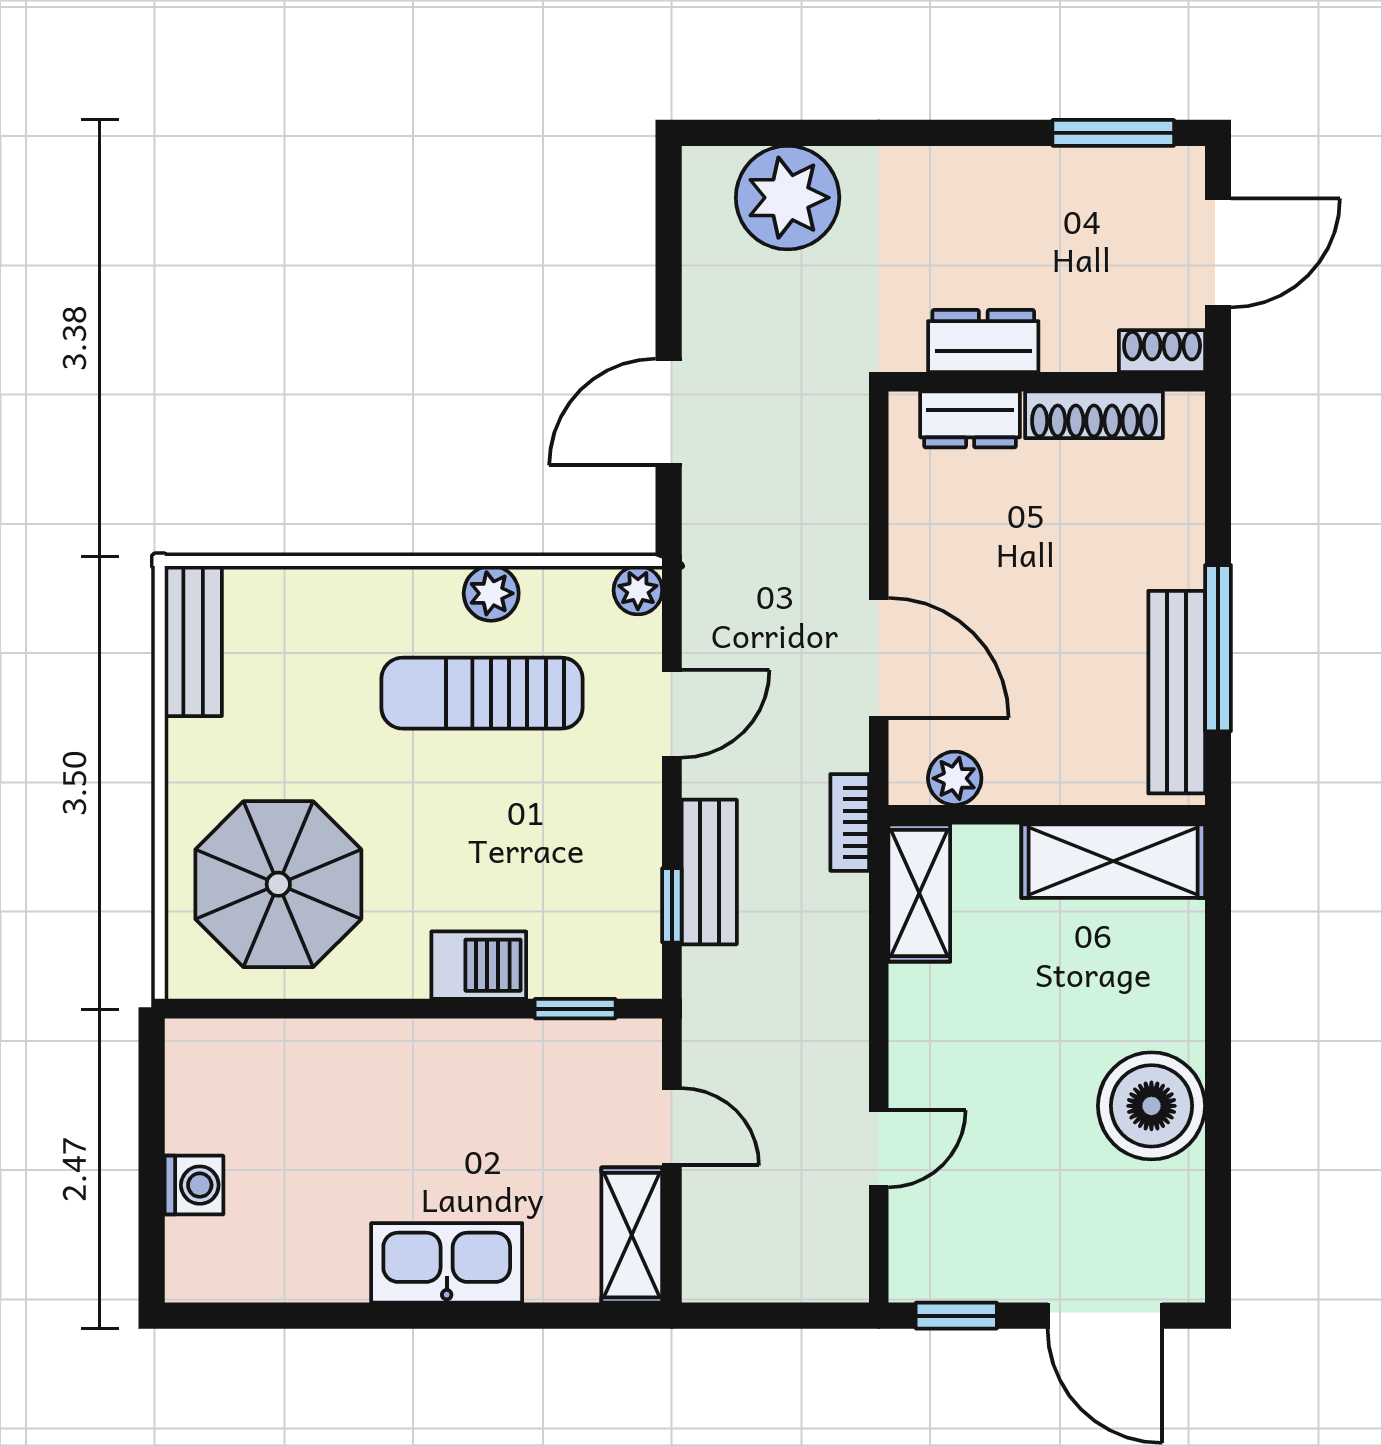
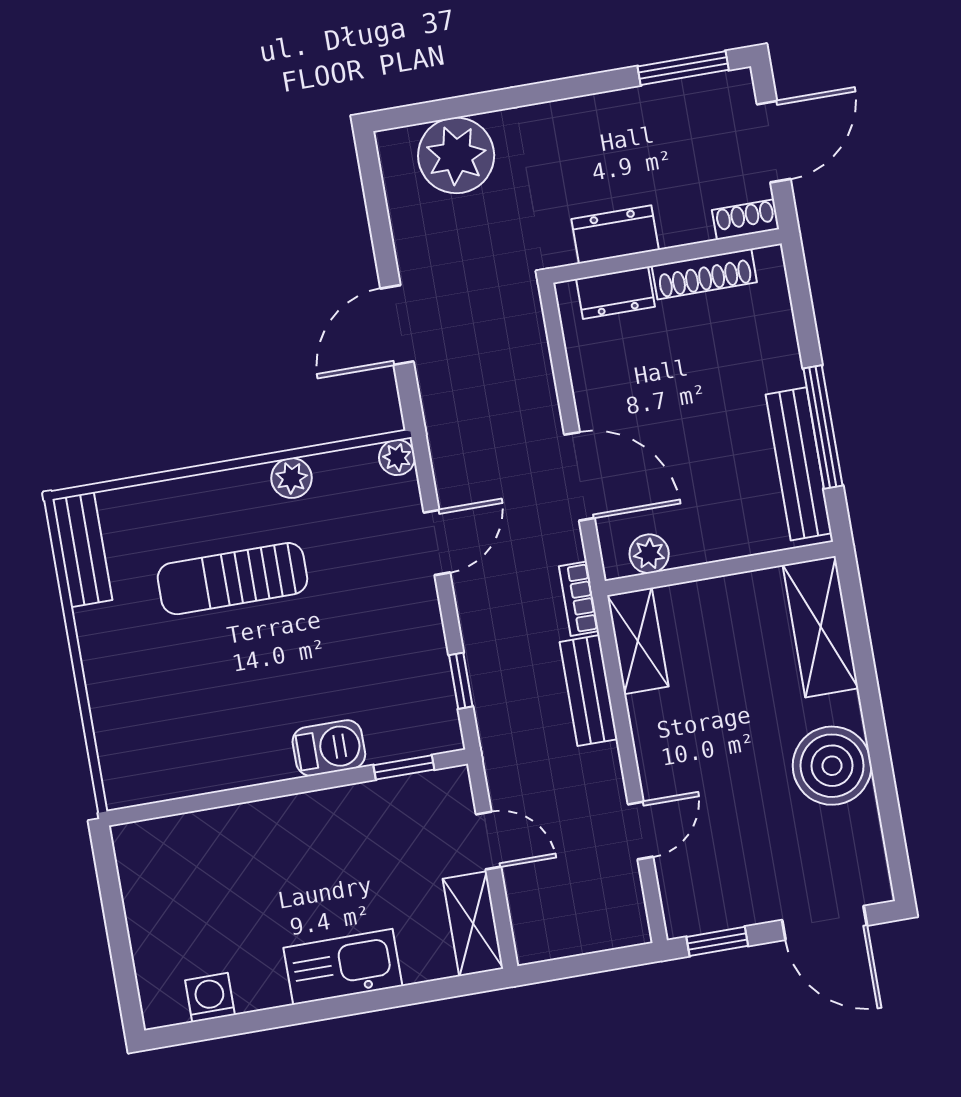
sun lounger: (482, 693) -> (232, 579), moved
shelving: (1113, 861) -> (821, 627), moved, turned 90
bench: (709, 872) -> (589, 691), moved
parasol: (278, 884) -> (174, 715), removed
washing machine: (194, 1185) -> (210, 998), moved, turned -90

